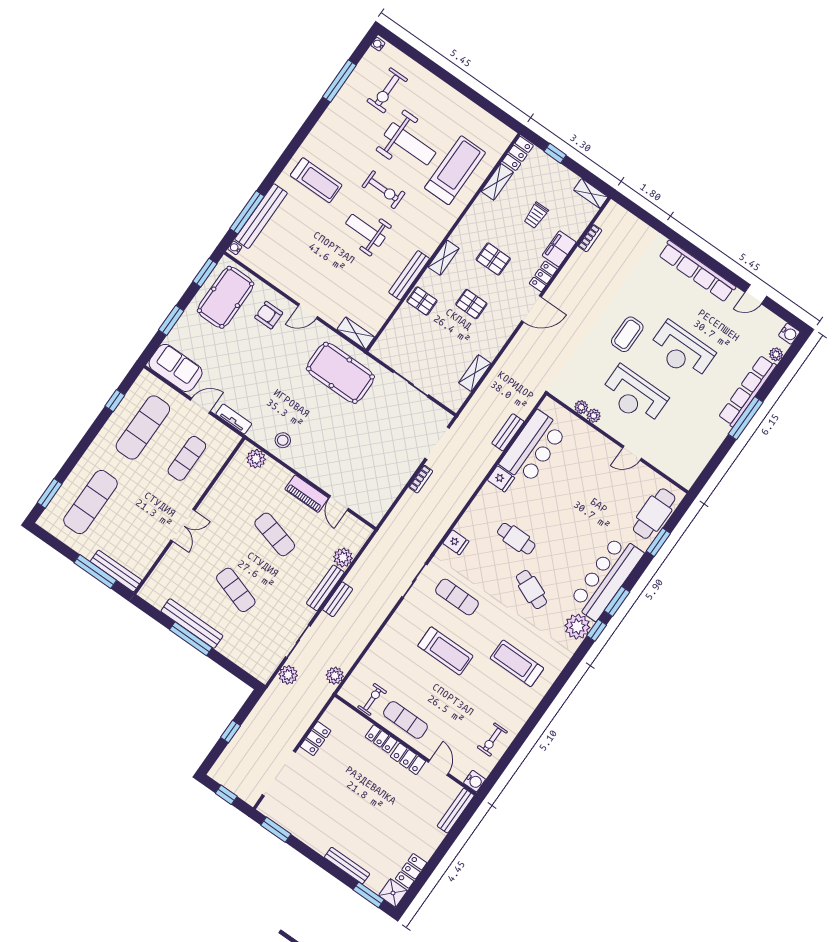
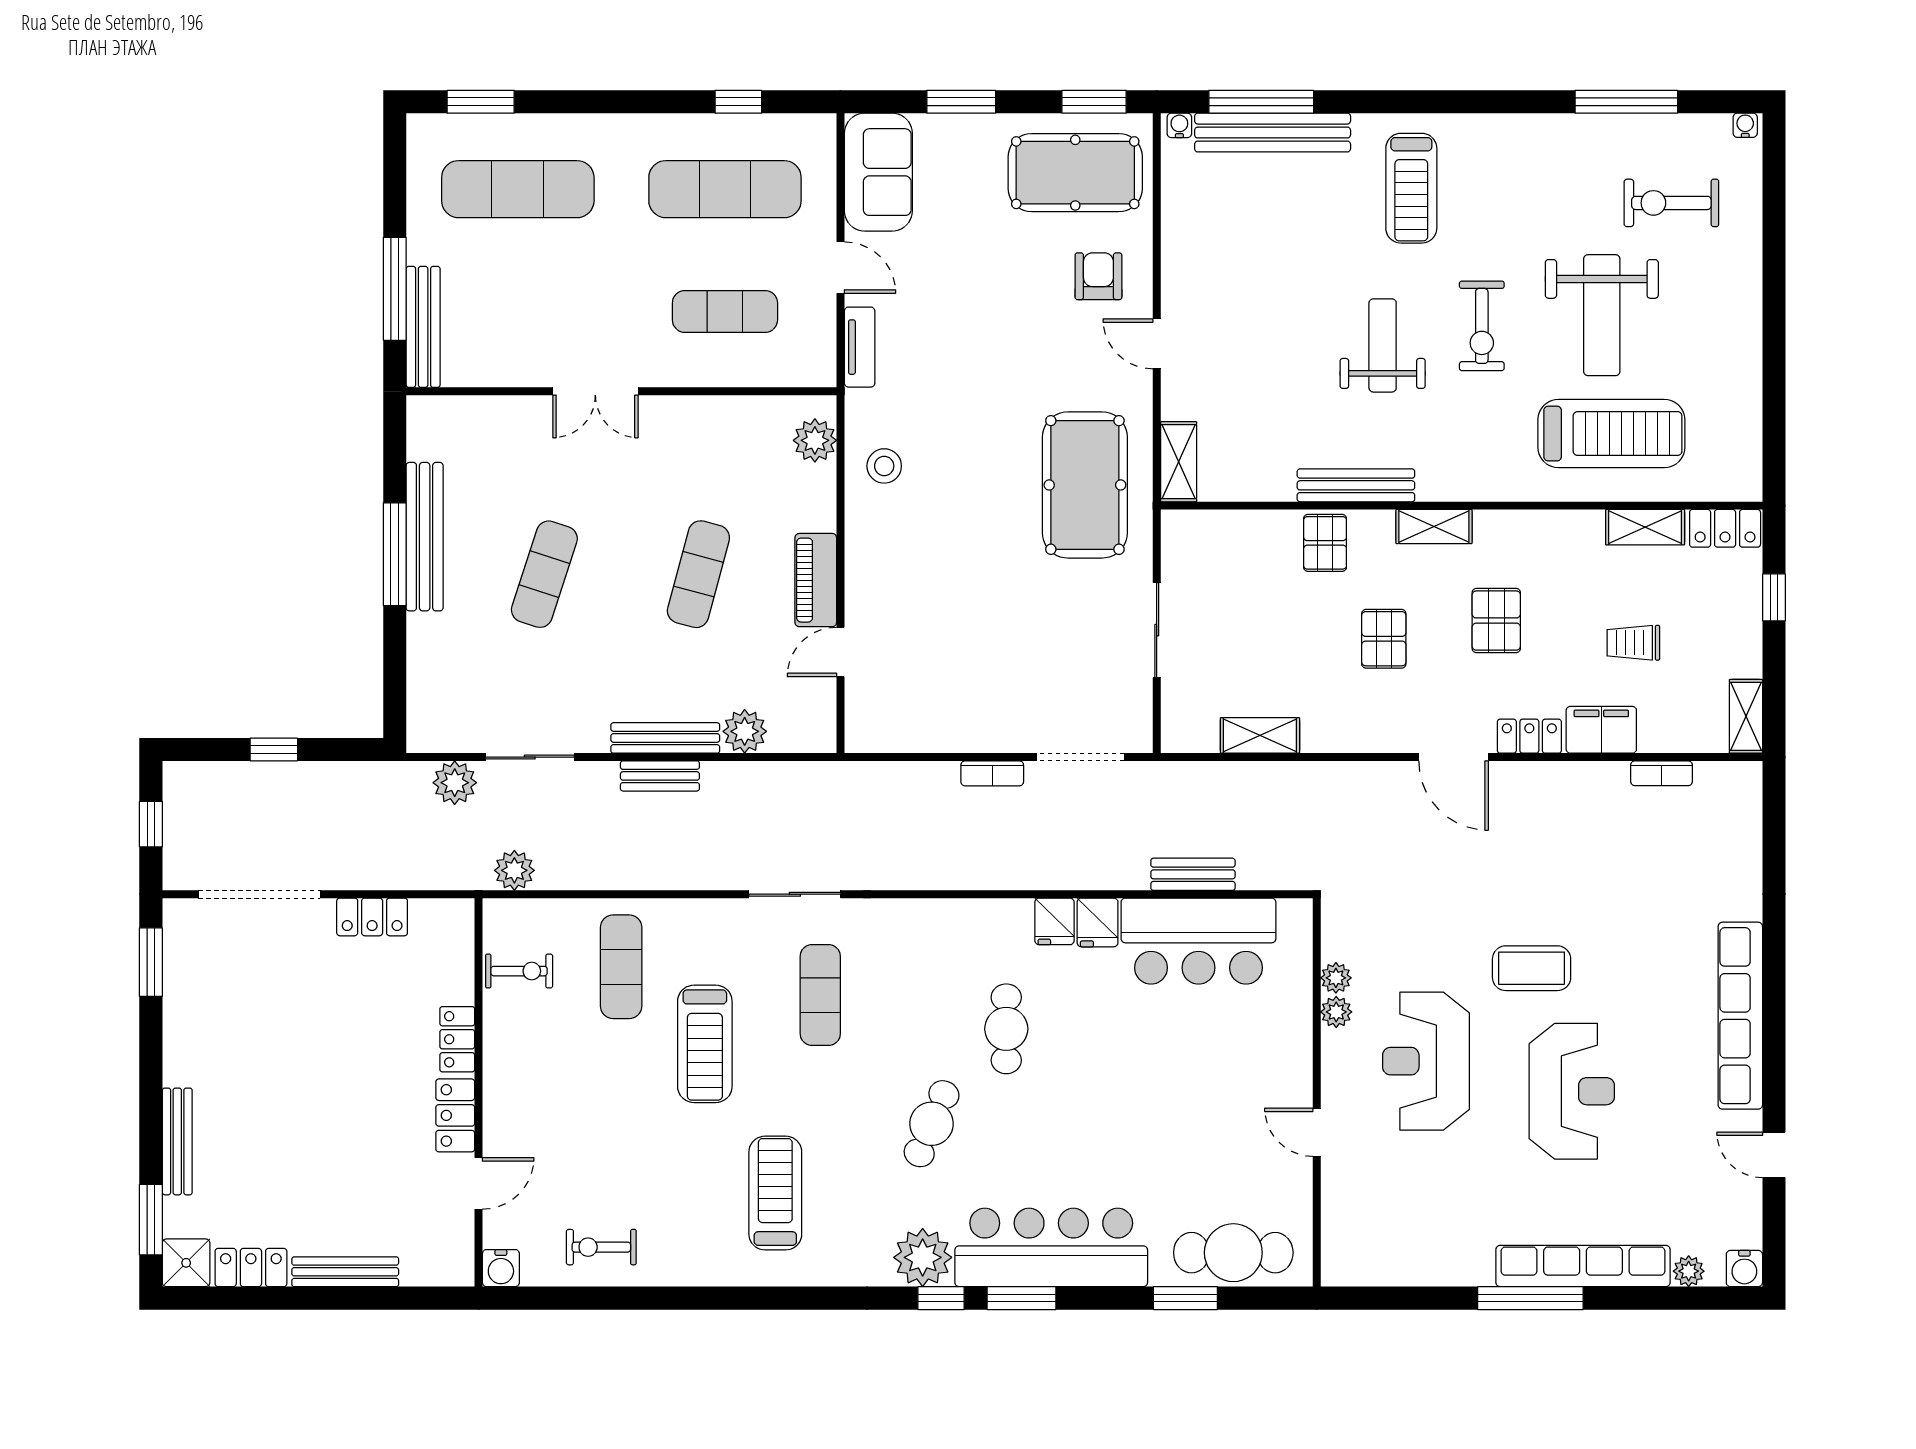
reception desk: (682, 351) -> (1572, 1091), turned 180
fridge: (456, 542) -> (1054, 921), moved
exercise mat: (405, 720) -> (621, 967), moved
bench: (456, 811) -> (345, 1272), moved

